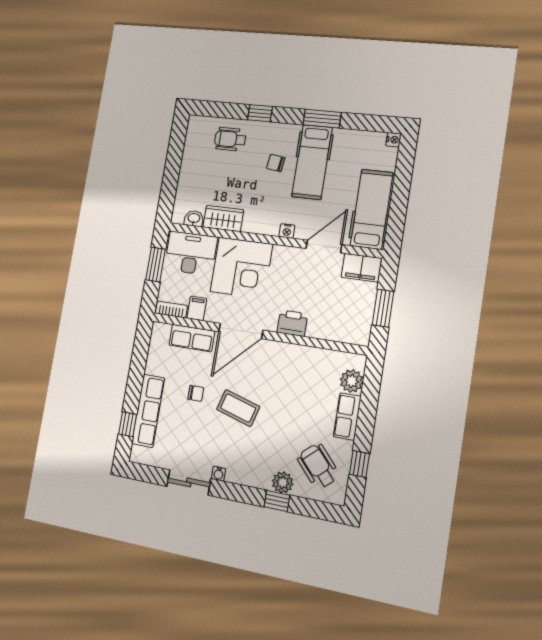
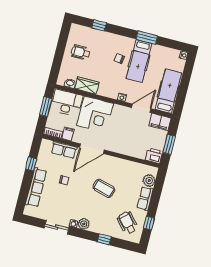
window: (260, 113) -> (99, 25), moved
wheelchair: (230, 139) -> (80, 52), moved
printer: (292, 323) -> (154, 156), moved
coffee table: (238, 408) -> (104, 188), moved
window: (128, 424) -> (31, 164), moved
plant: (283, 482) -> (84, 224), moved

